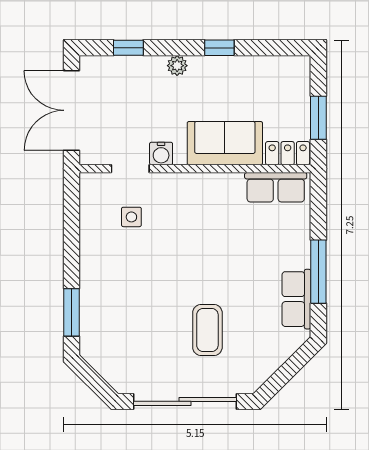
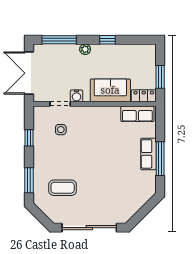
window: (128, 48) -> (59, 40), width x2.17
window: (72, 233) -> (29, 138), added
row of seats: (296, 299) -> (148, 154), moved
coffee table: (207, 330) -> (63, 188), moved, turned 90

